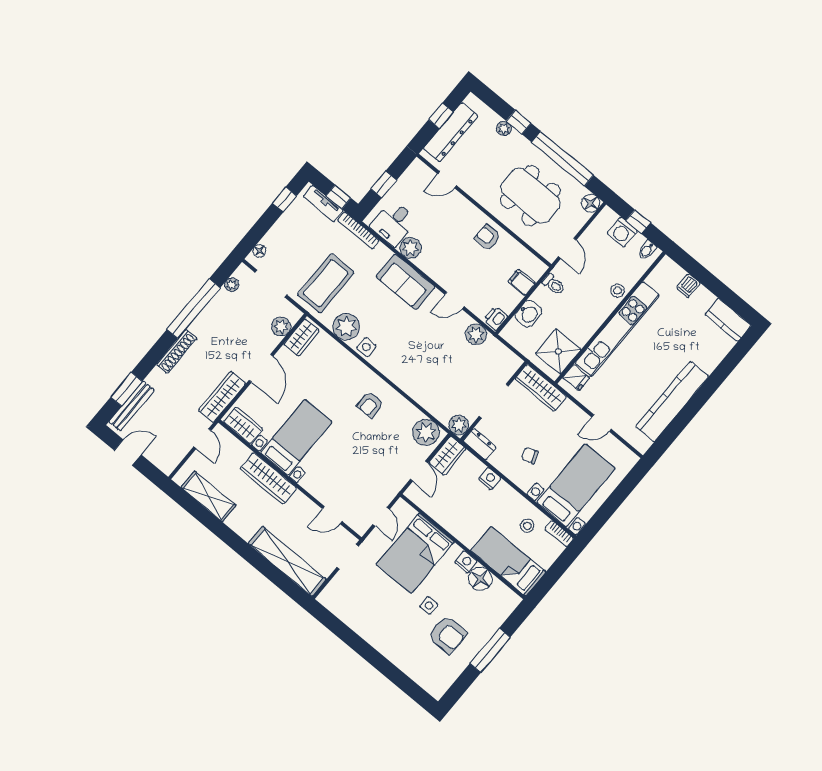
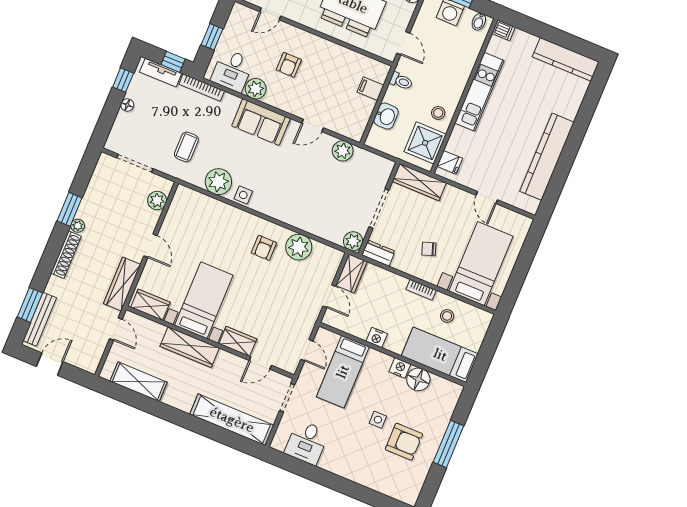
armchair: (488, 237) -> (289, 65), moved, turned -90
floor lamp: (259, 251) -> (127, 105), moved
coffee table: (326, 283) -> (186, 147), width x0.54, depth x0.58
plant: (232, 285) -> (78, 226), moved
dishwasher: (688, 286) -> (504, 30), moved, turned -90
stool: (617, 291) -> (438, 113), moved
window: (194, 309) -> (69, 209), width x0.47
printer: (495, 318) -> (356, 130), removed
kitchen counter: (728, 320) -> (566, 59), width x1.50
kitchen unit: (617, 329) -> (479, 92), width x0.73
wardrobe: (302, 338) -> (238, 341), moved, turned -90
door: (261, 368) -> (150, 246), width x0.73
door: (601, 423) -> (487, 198), hinge flipped
plant: (426, 432) -> (299, 247), moved
nightstand: (490, 479) -> (377, 337), moved, turned 180
bookcase: (559, 534) -> (421, 290), moved
bed: (415, 553) -> (343, 372), width x0.67
desk: (353, 606) -> (307, 443), added

